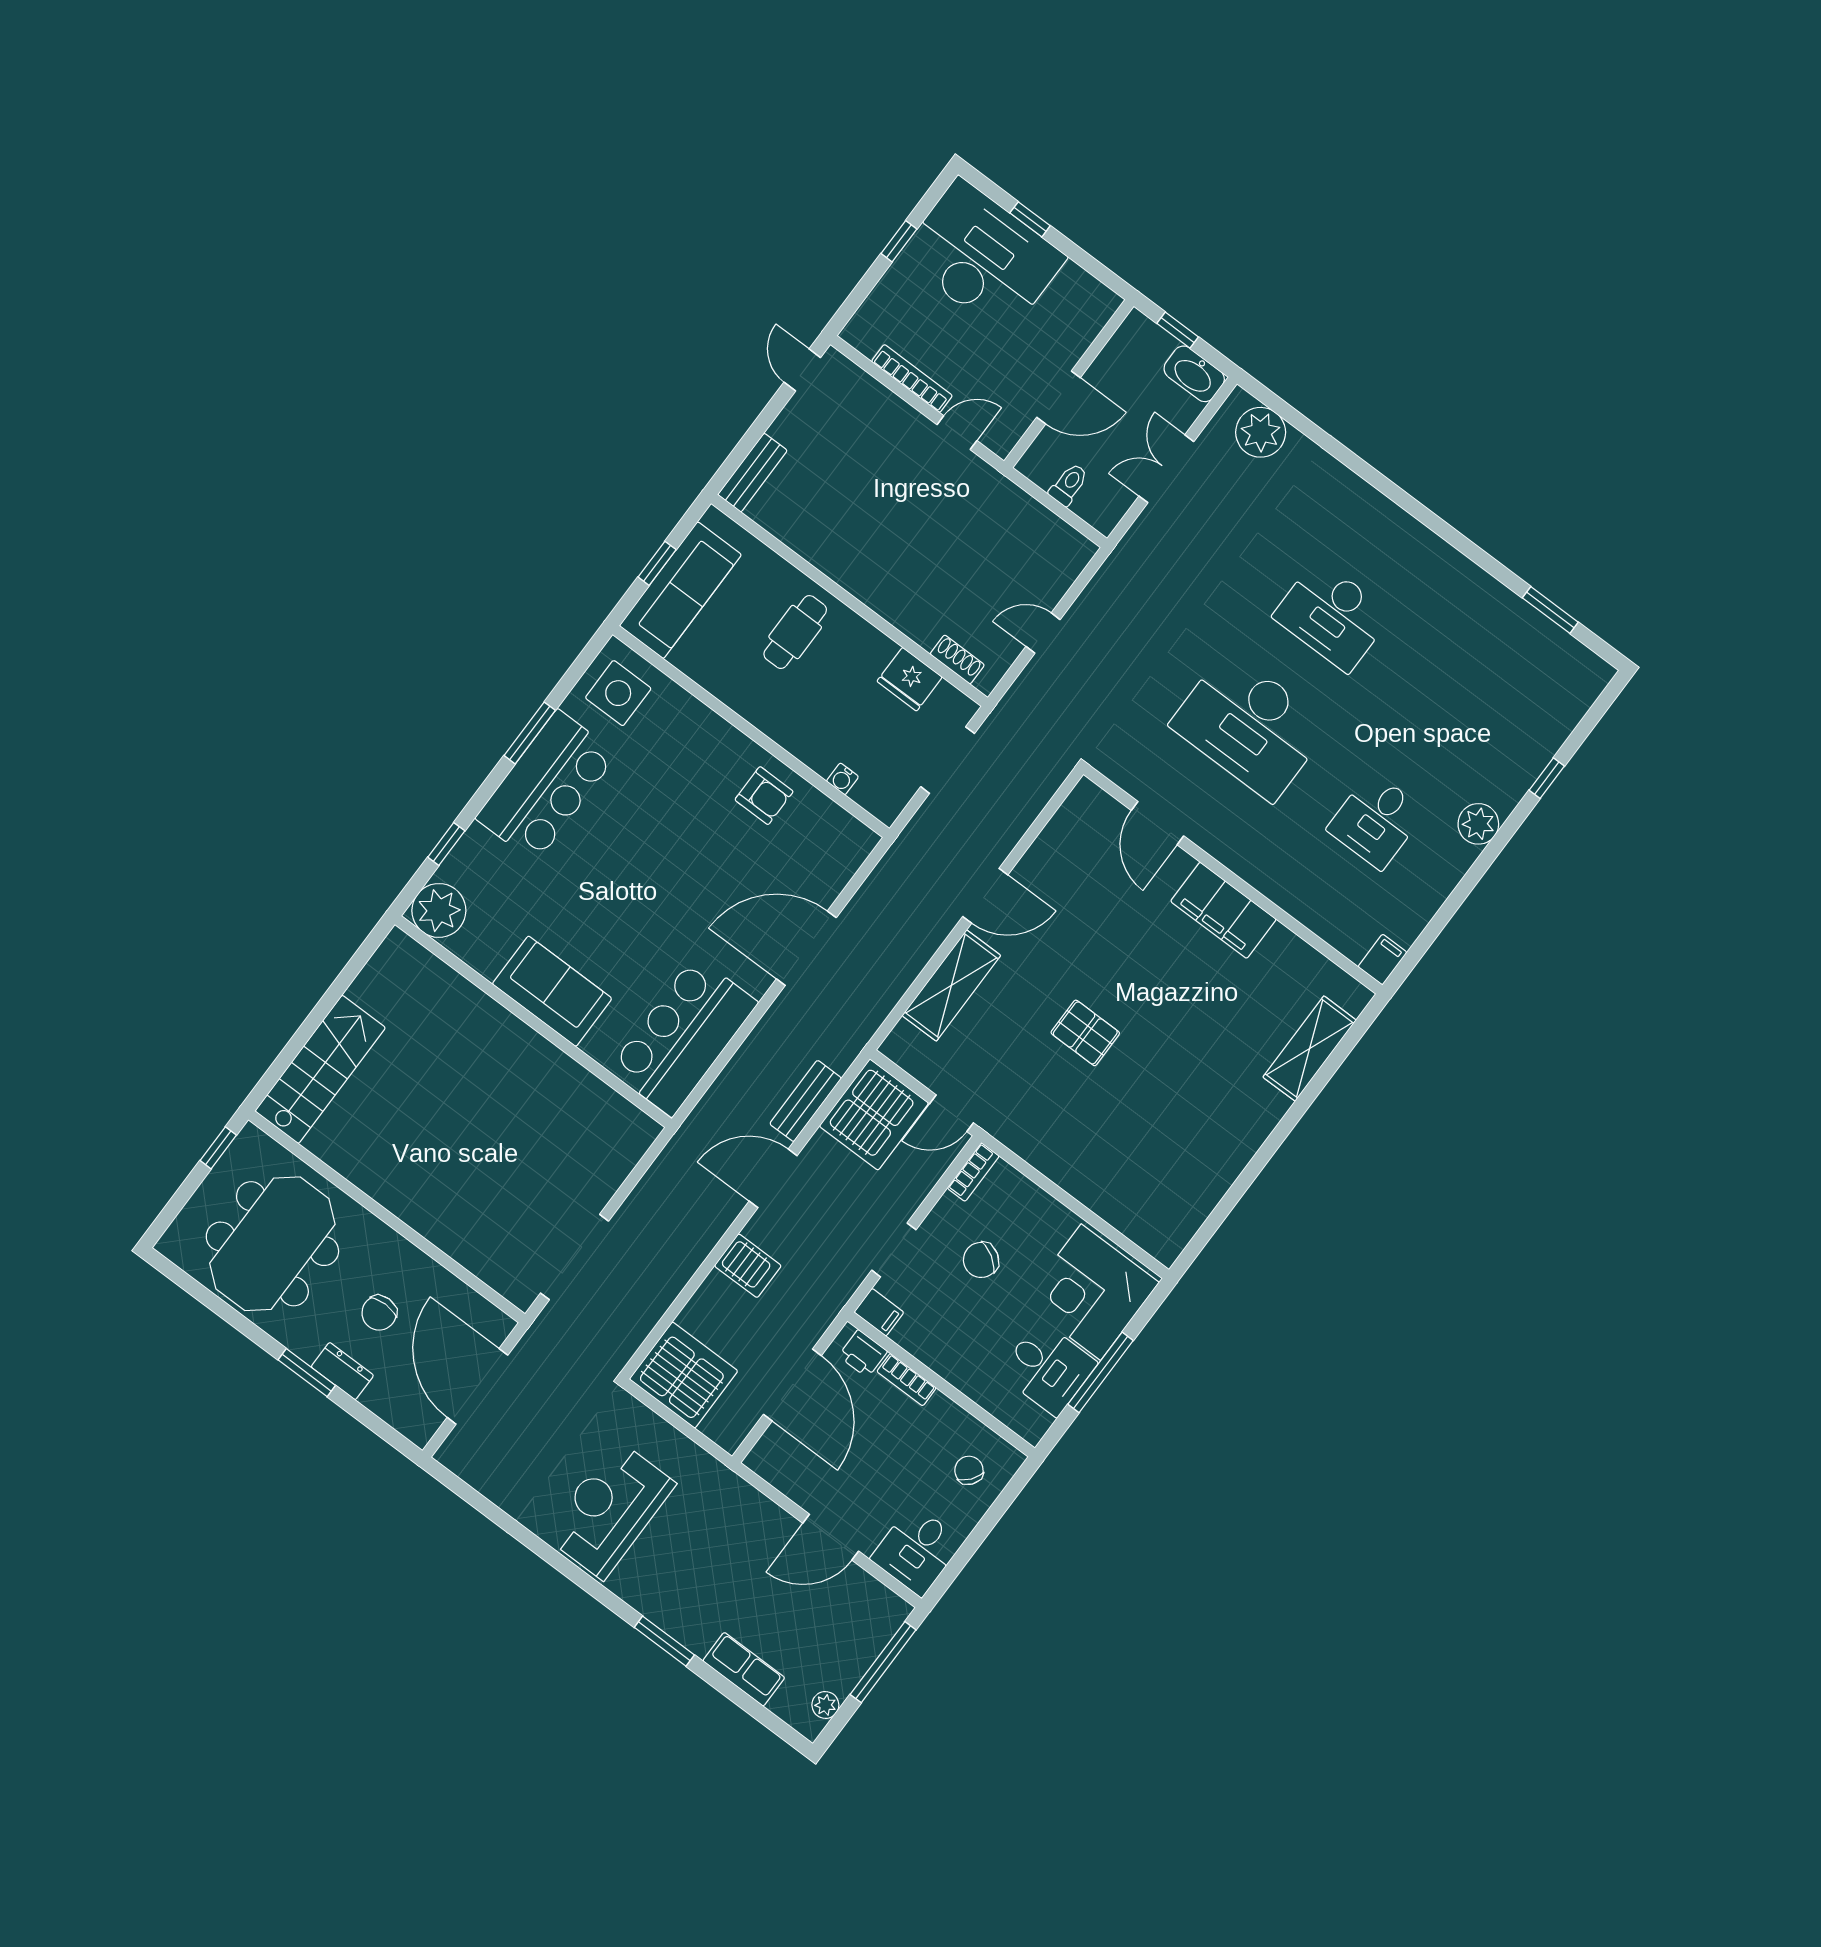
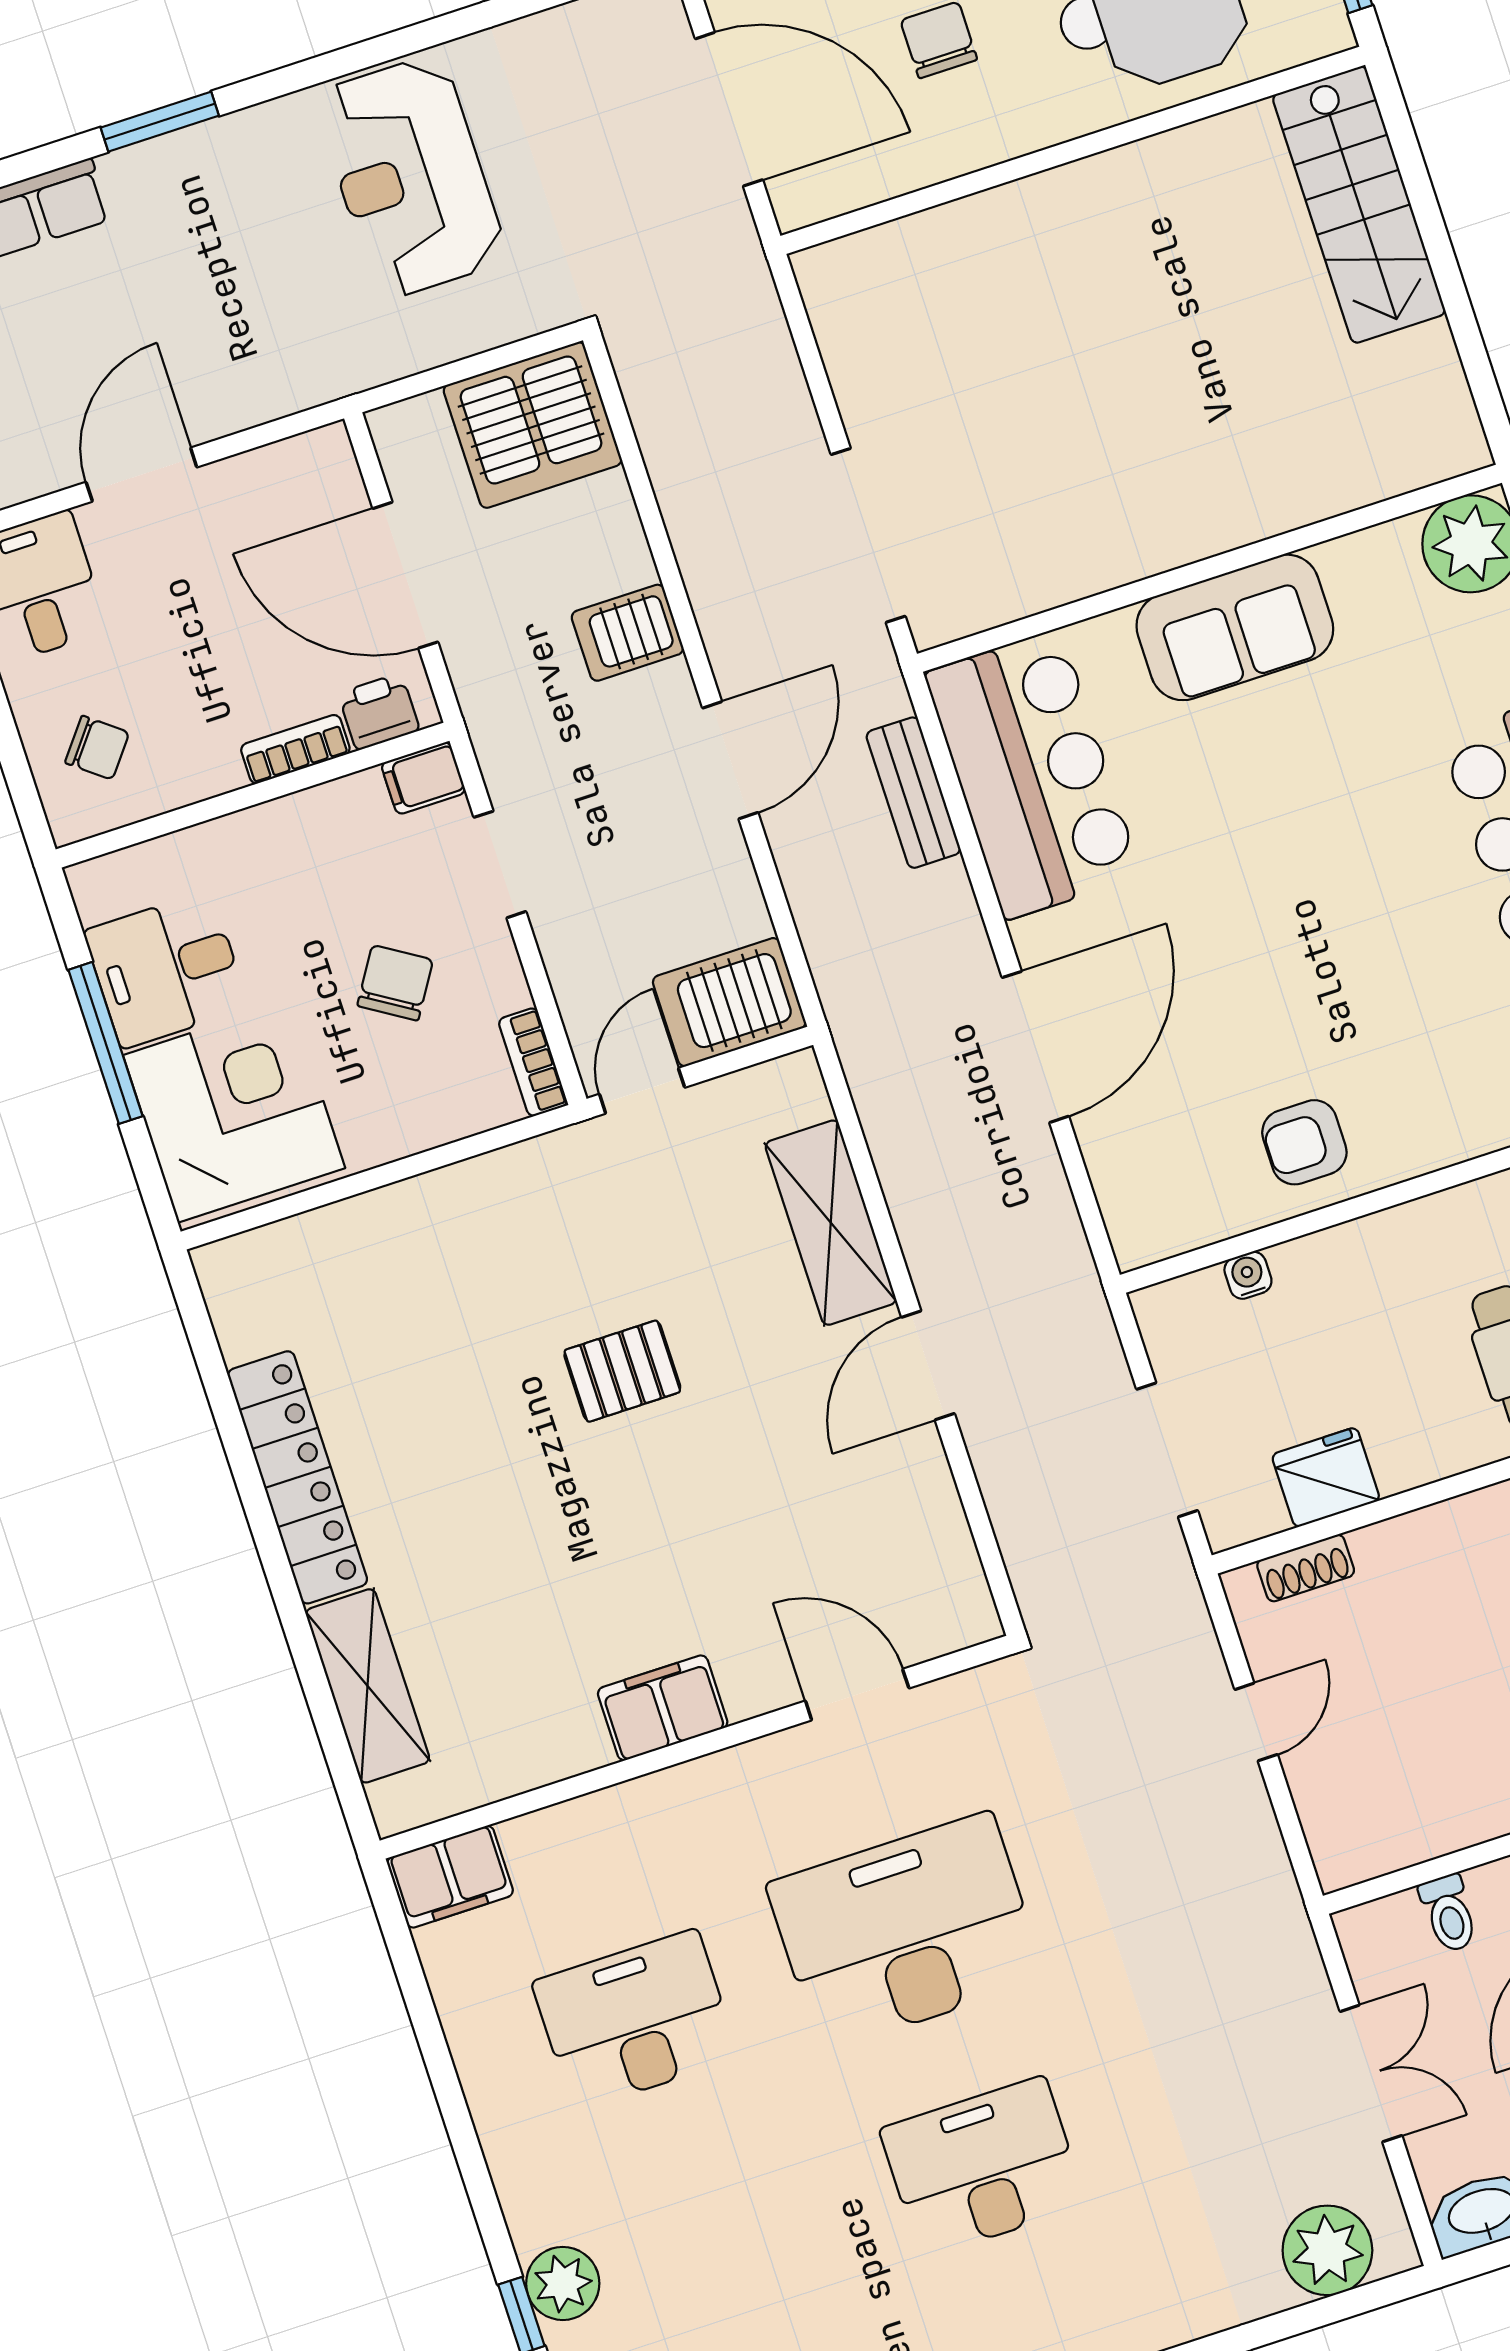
desk: (1376, 820) -> (635, 2020), width x1.37
plant: (1478, 824) -> (563, 2283), moved
filing cabinet: (1223, 910) -> (663, 1708), width x0.67, depth x0.86
filing cabinet: (1382, 960) -> (450, 1877), width x2.00
bench: (806, 1101) -> (913, 793), moved
server rack: (874, 1114) -> (729, 1002), width x0.62
locker: (1237, 1147) -> (297, 1477), added
doorway: (574, 1257) -> (868, 535), moved
reception desk: (610, 1509) -> (411, 177), turned 180

